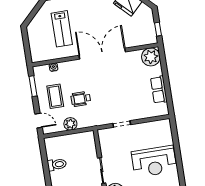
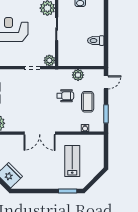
double door: (102, 54) -> (40, 133), width x0.73
door: (38, 121) -> (106, 82), swing flipped
plant: (104, 135) -> (49, 60), added

